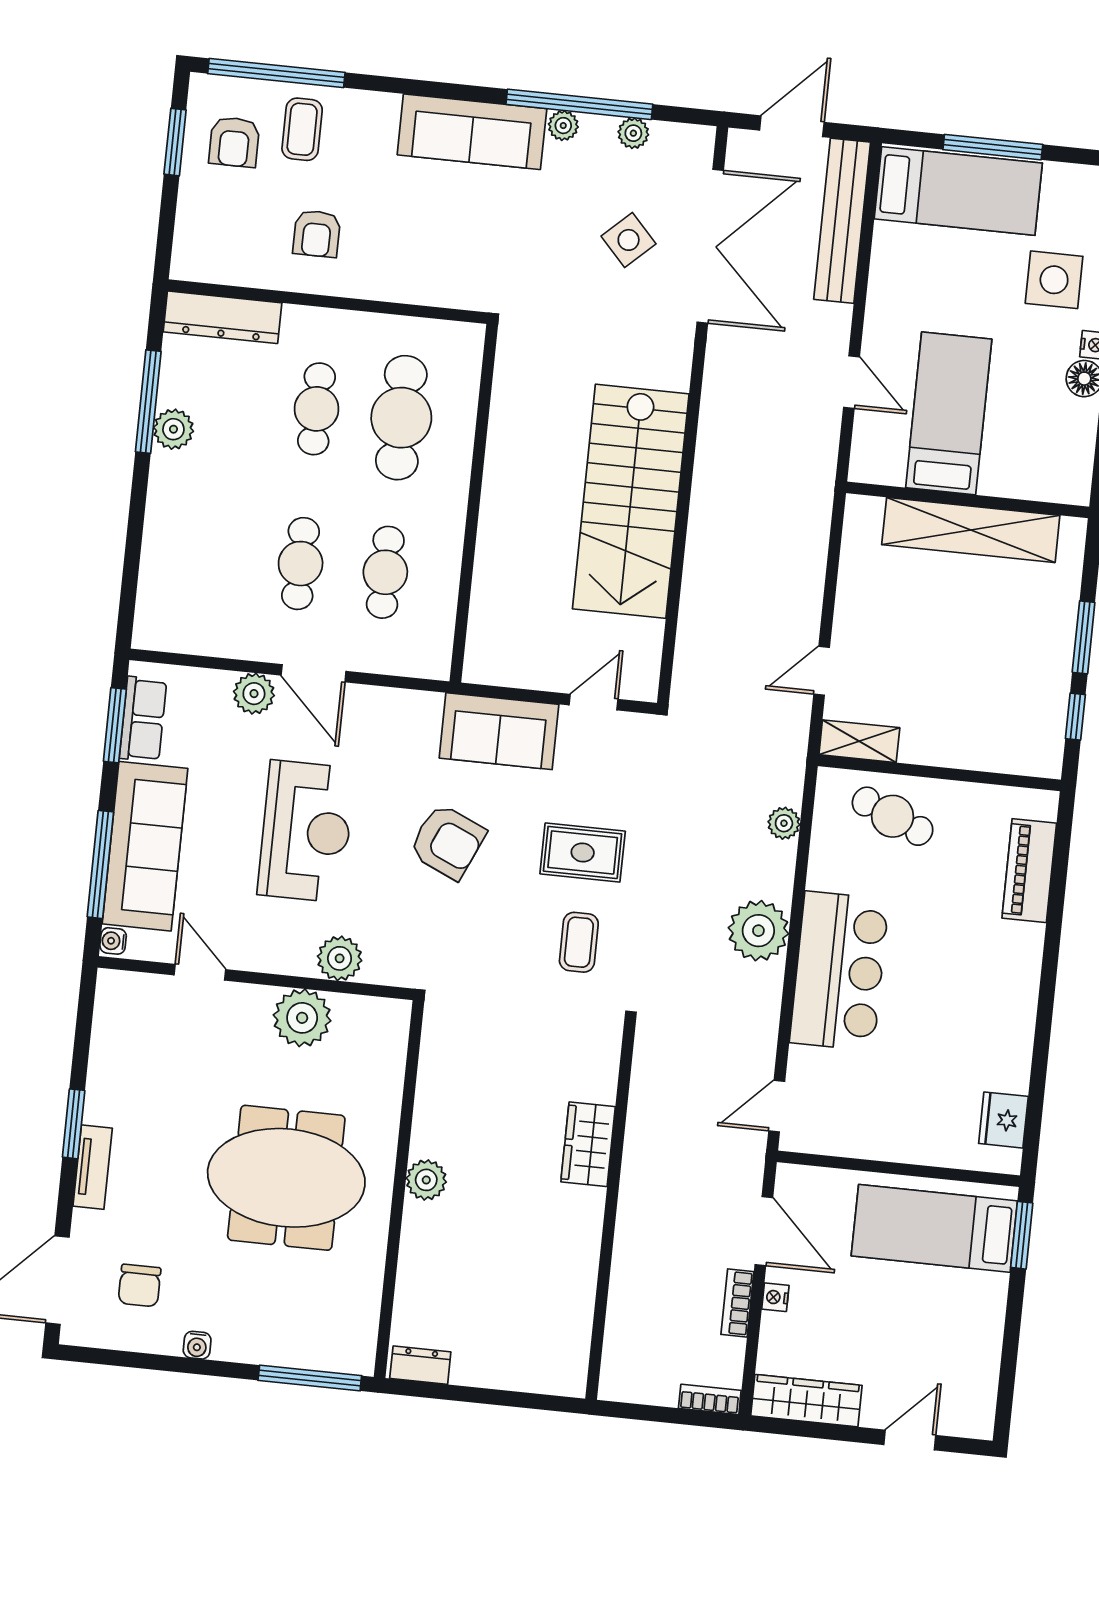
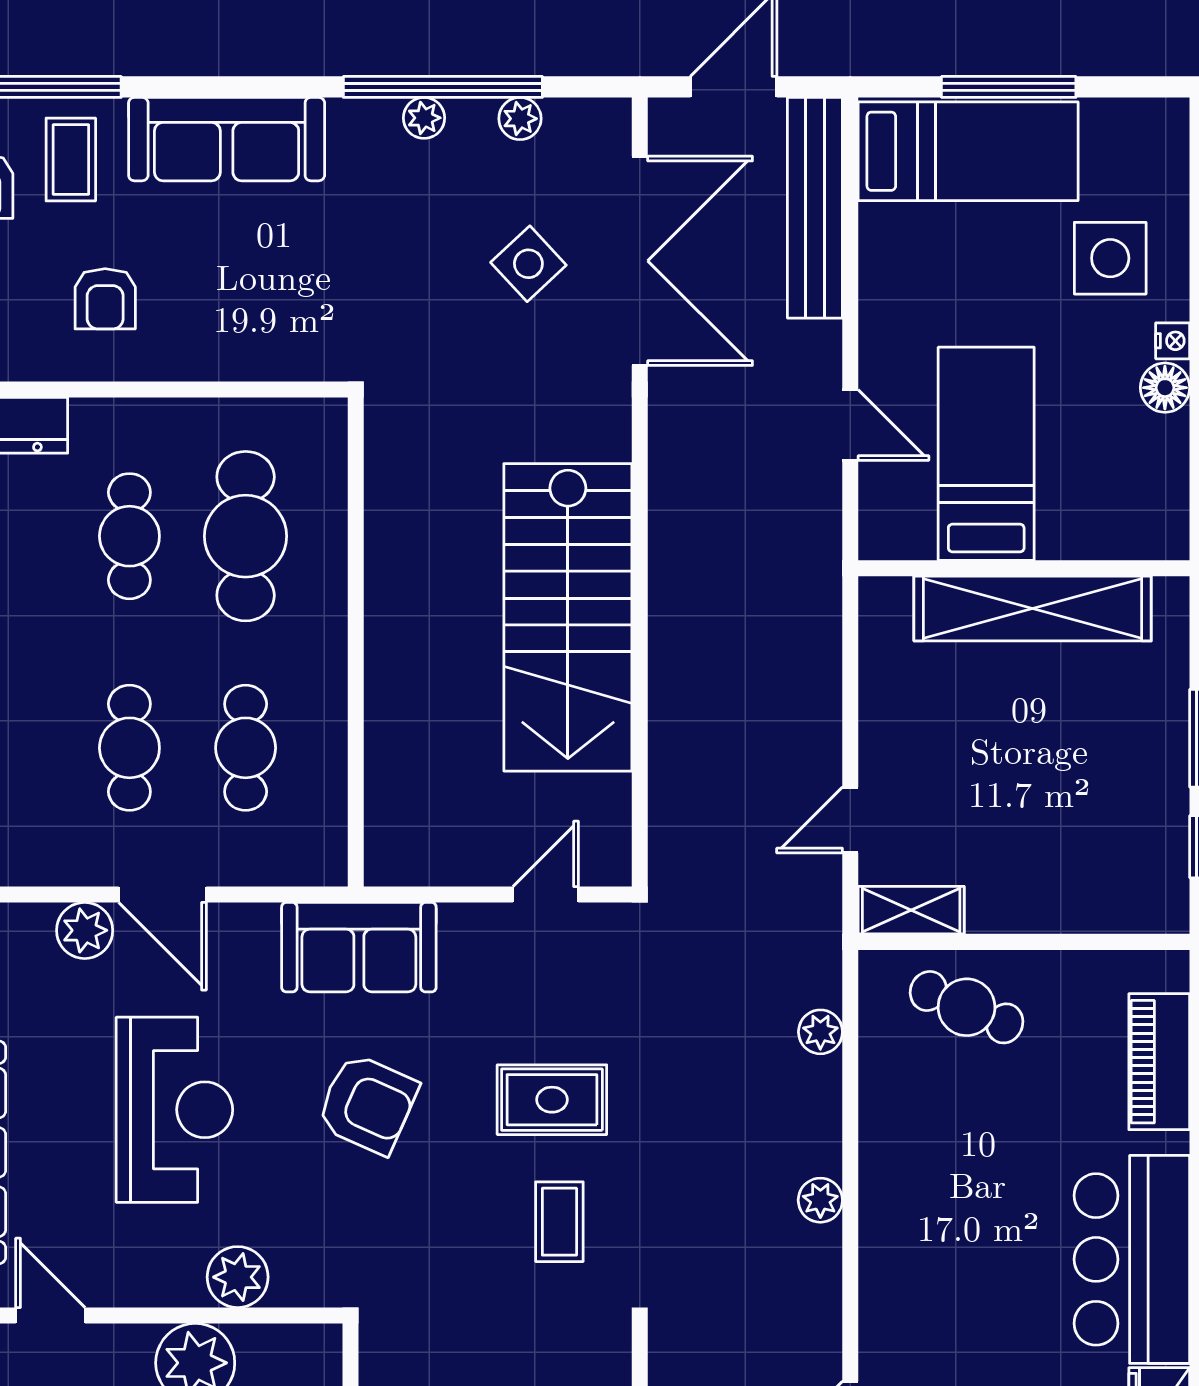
sofa: (472, 132) -> (227, 139), moved
sofa: (499, 731) -> (359, 947), moved
plant: (758, 931) -> (820, 1200), width x0.53, depth x0.53
bar counter: (839, 971) -> (1132, 1259), moved, turned 180

